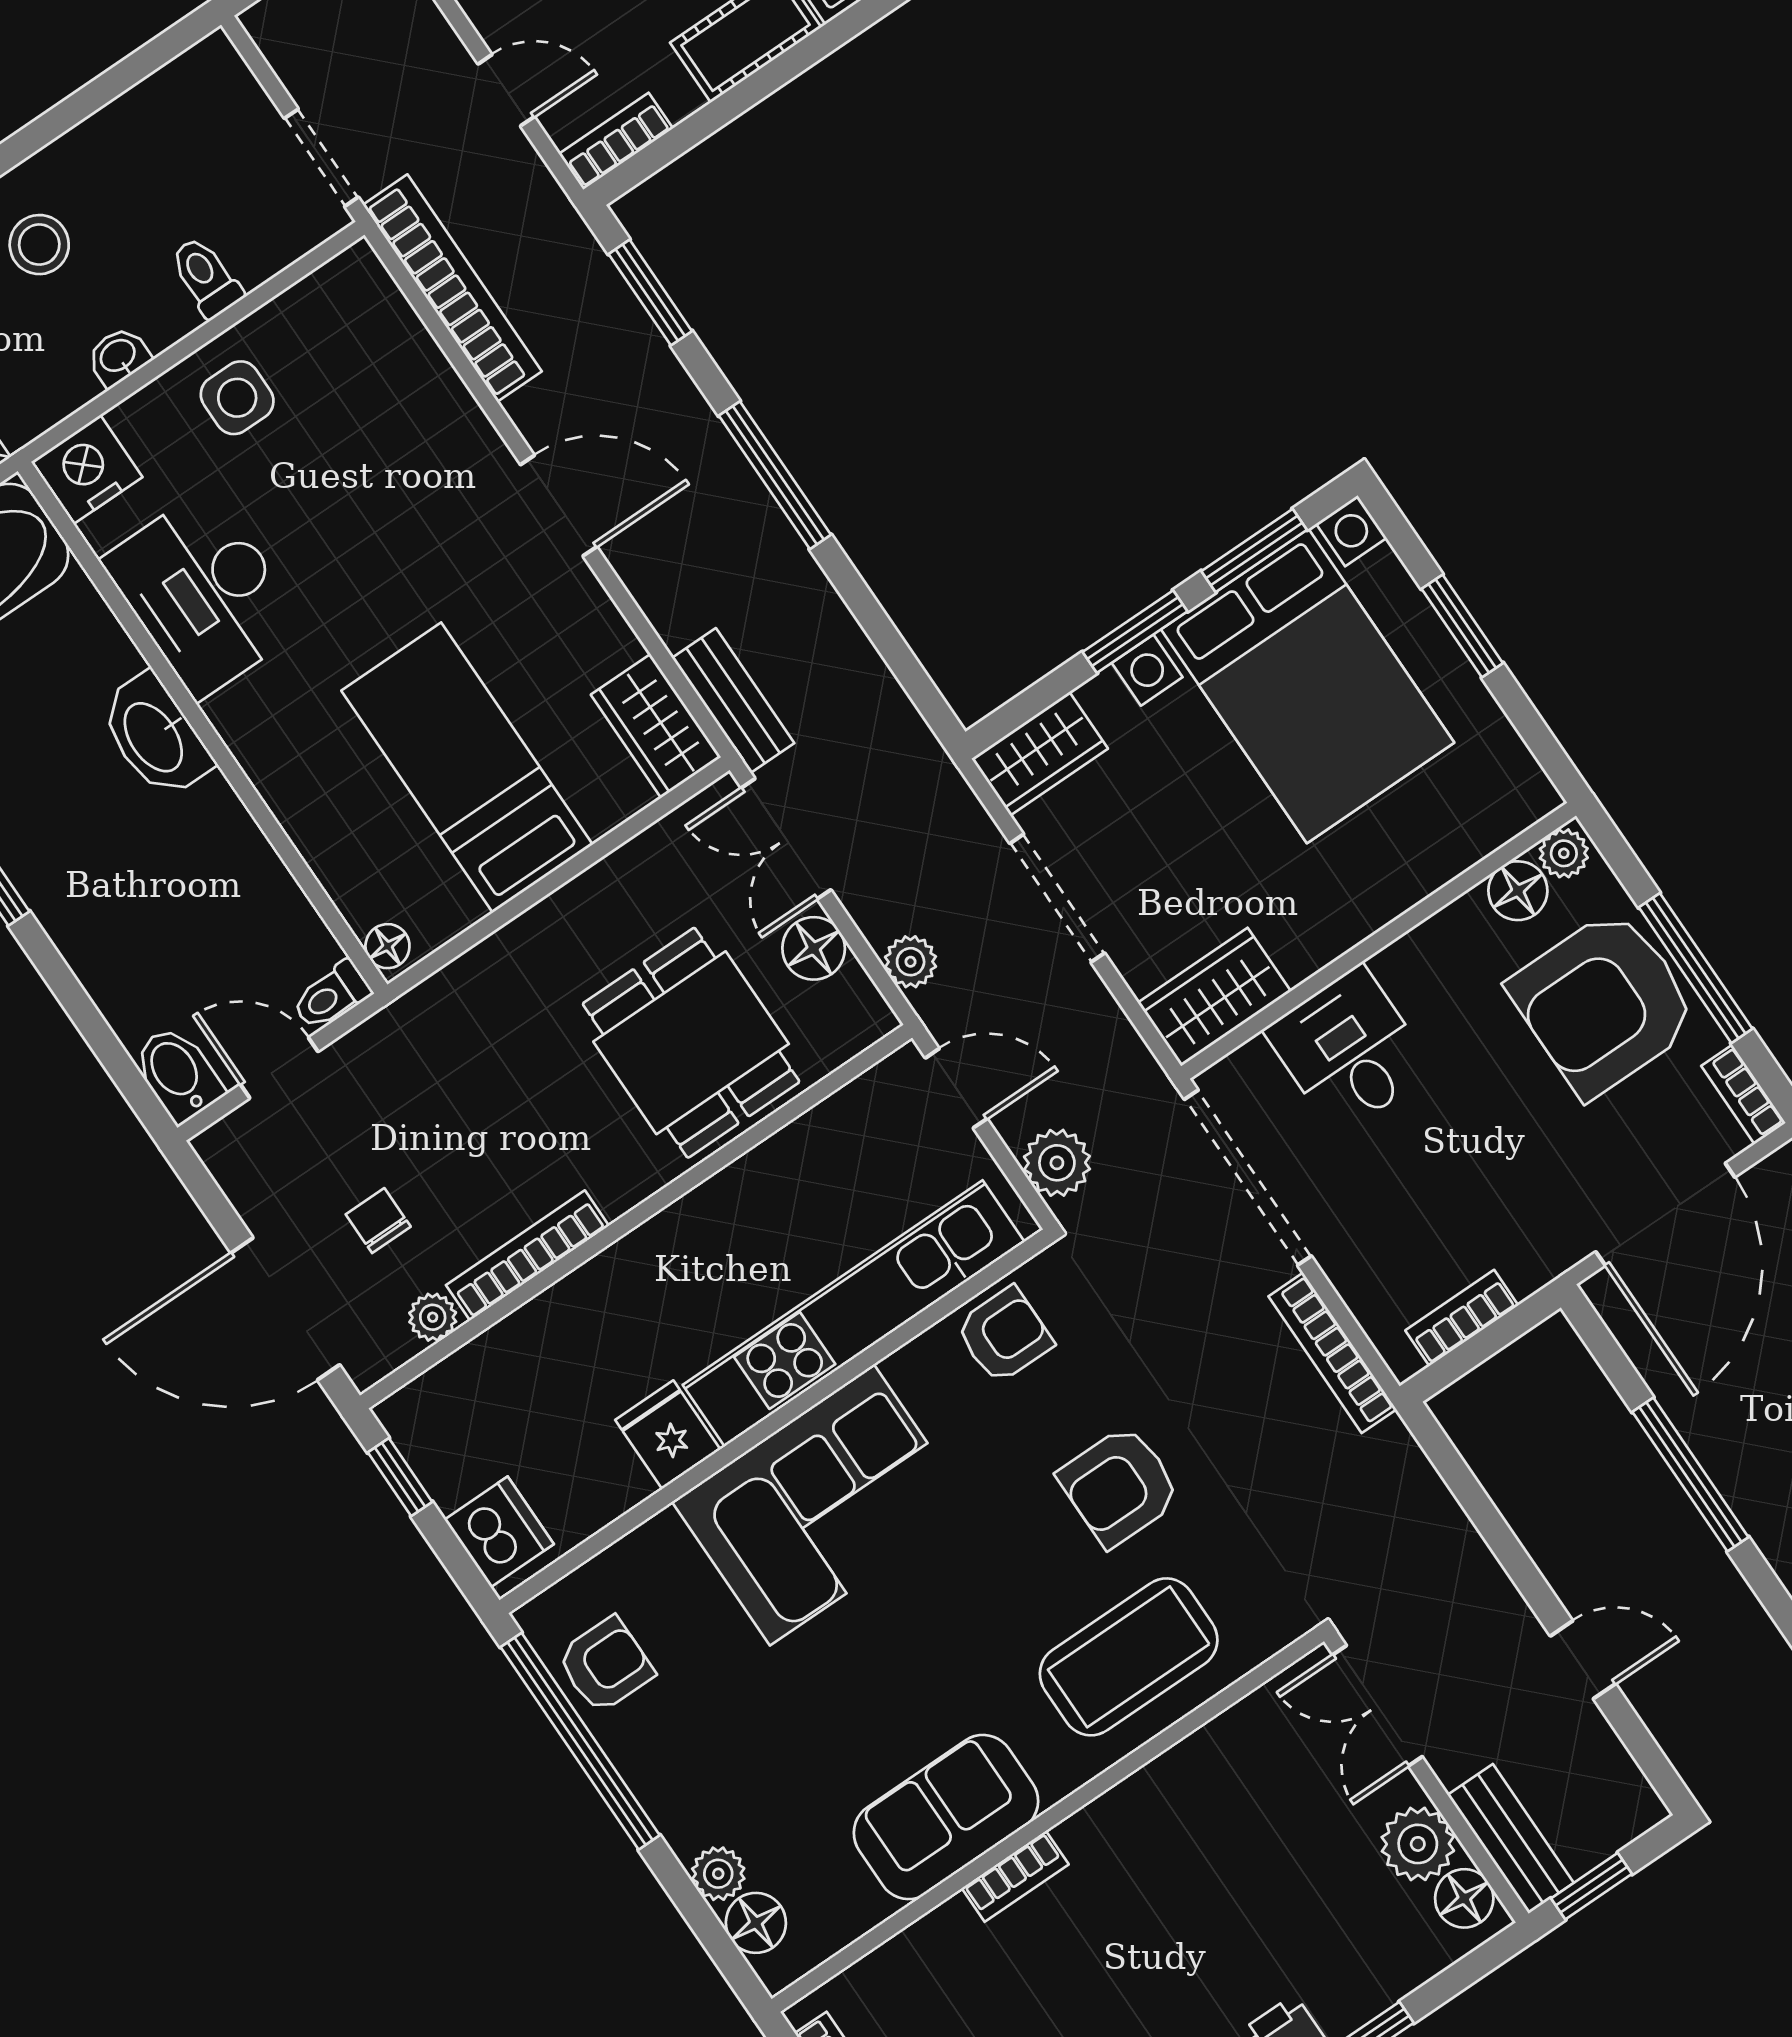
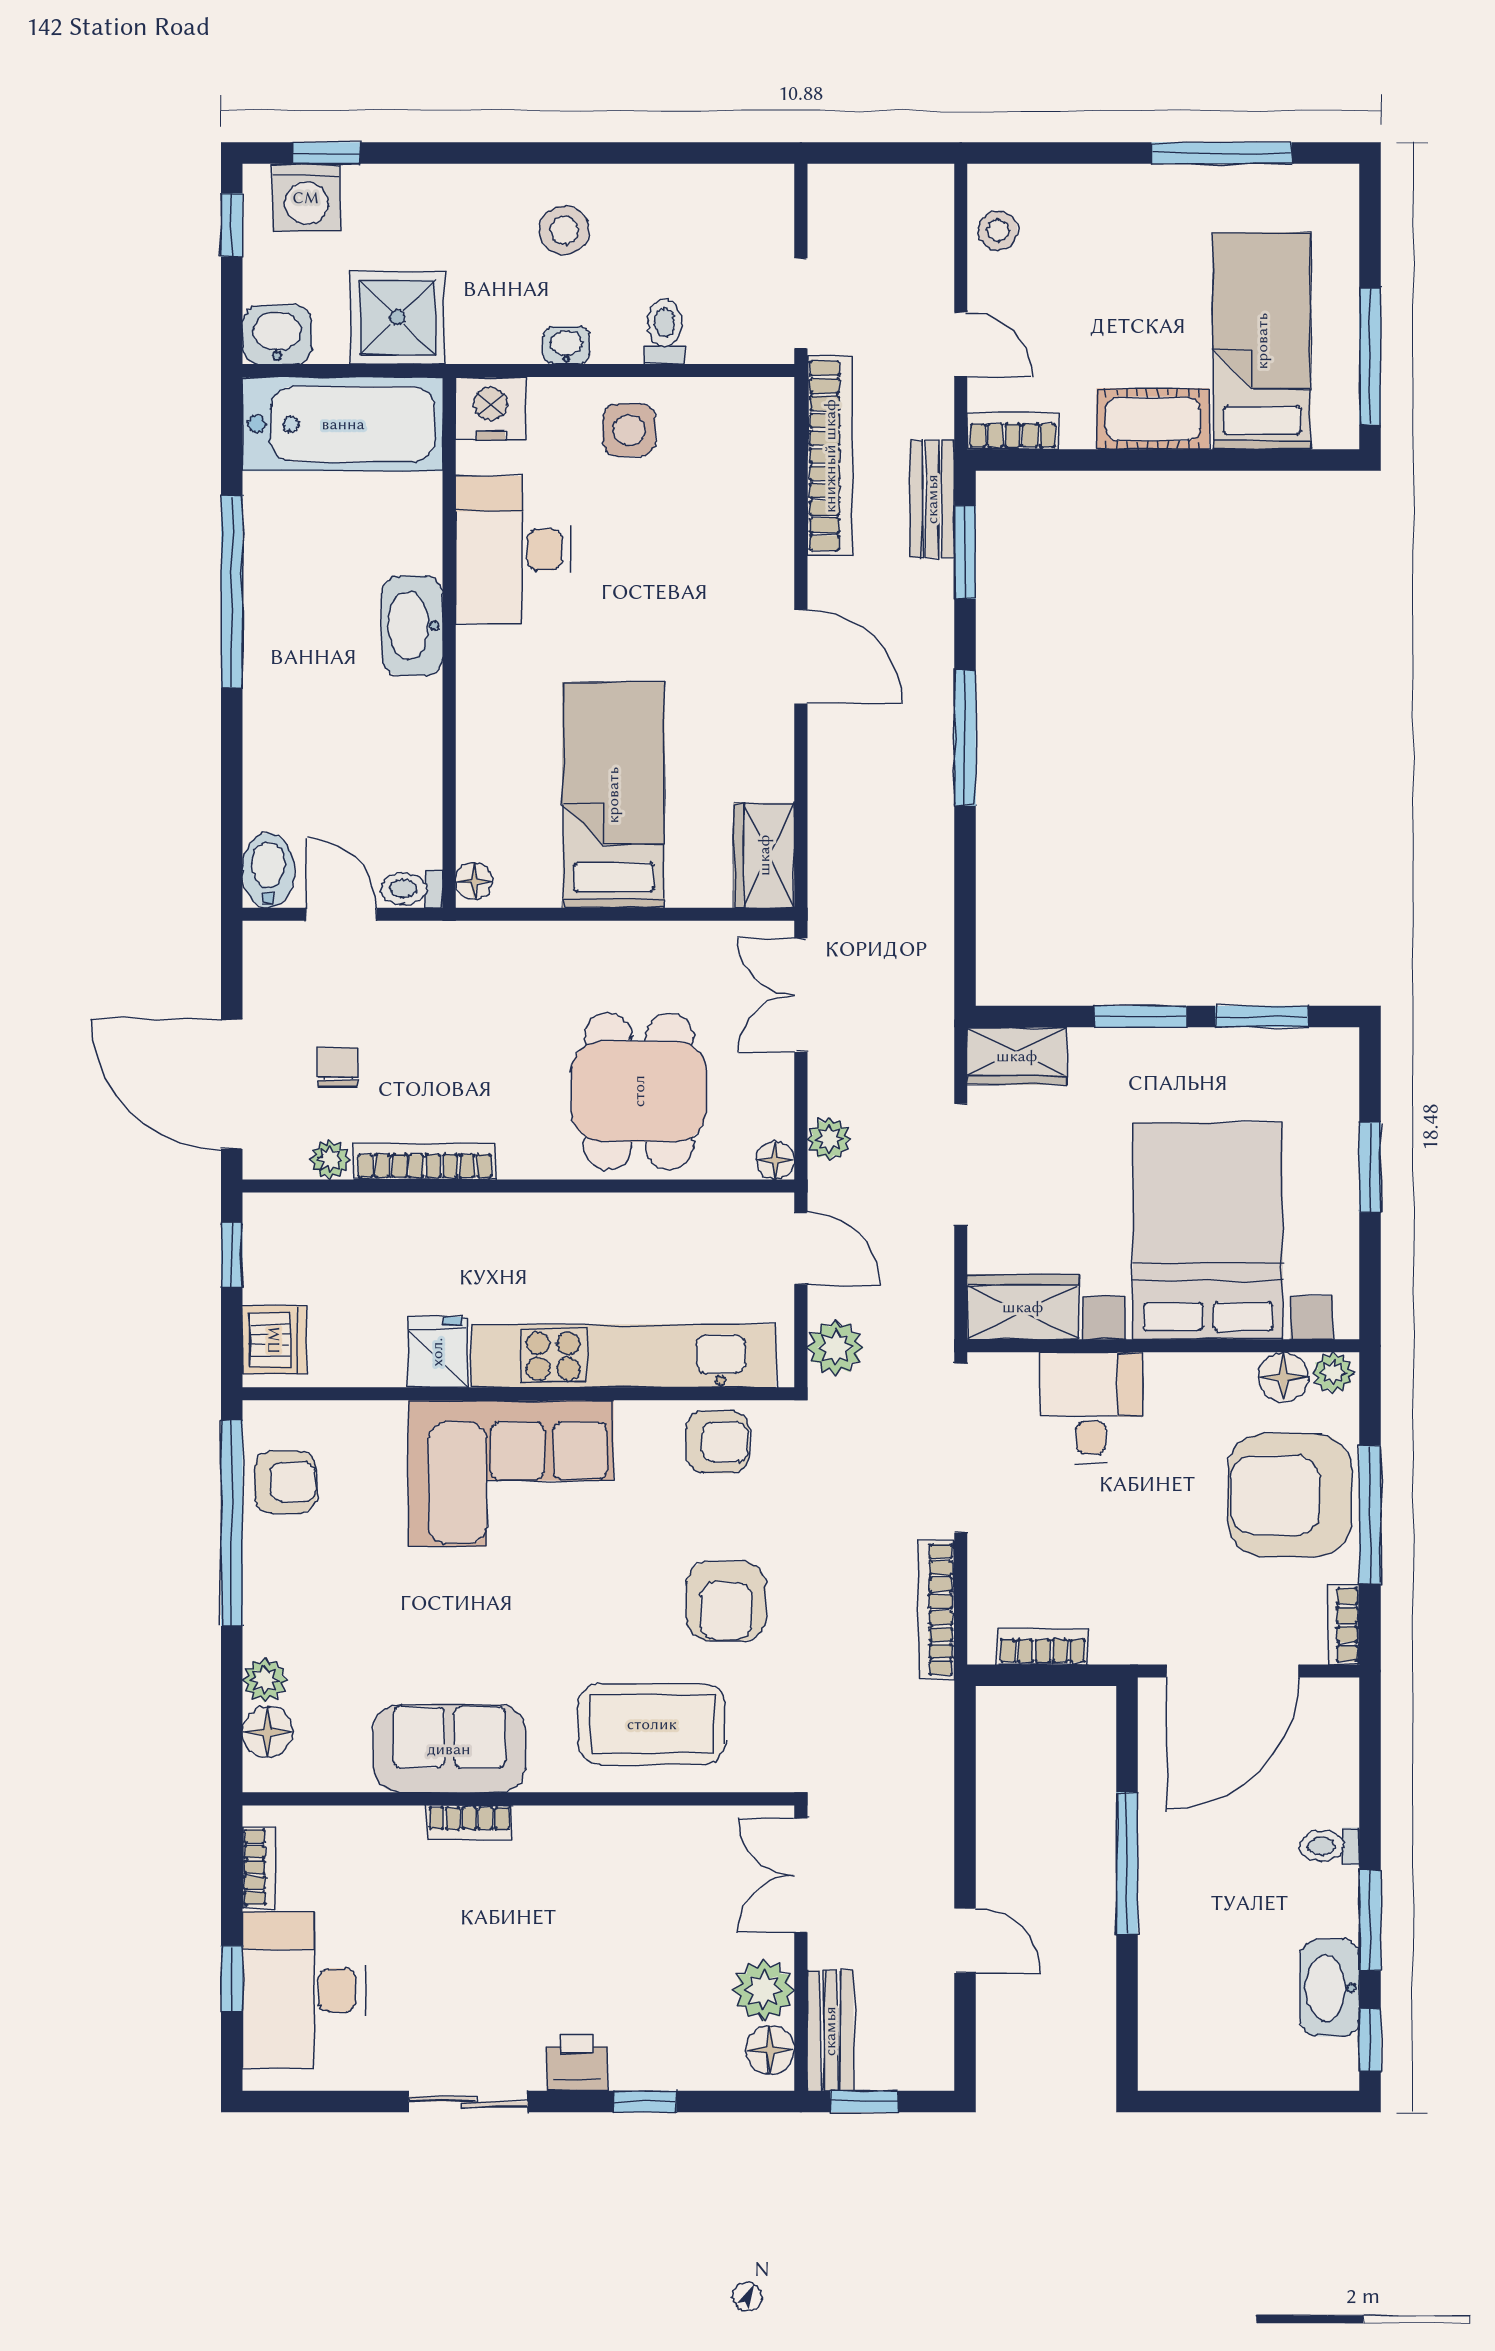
bed with nightstands: (1308, 686) -> (1208, 1231), moved, turned 180
bench: (733, 701) -> (932, 499), moved
floor lamp: (814, 948) -> (775, 1160), moved, width x0.73, depth x0.73
armchair: (1119, 1486) -> (726, 1601), turned -90

